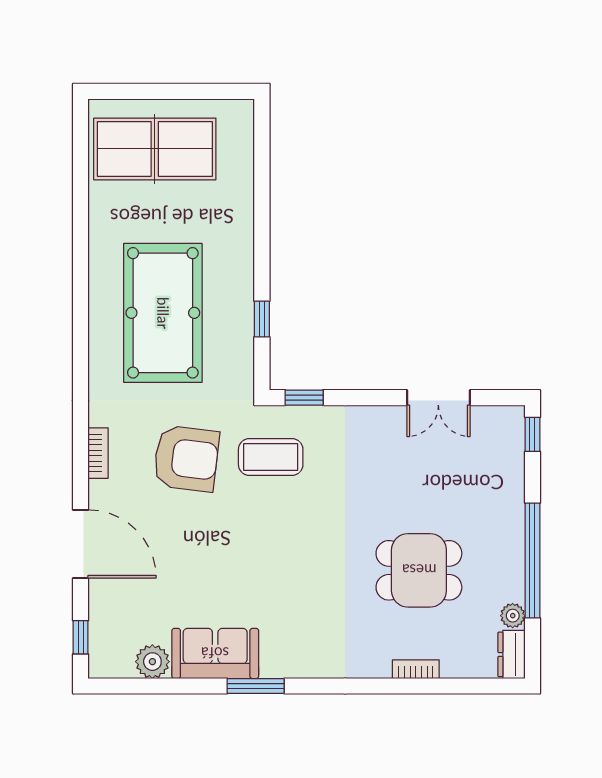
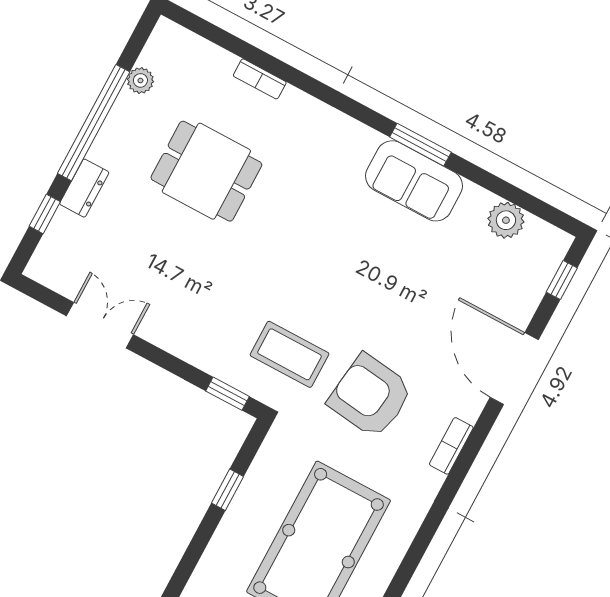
window: (532, 434) -> (45, 214), moved
sofa: (215, 653) -> (414, 181), moved
dresser: (511, 654) -> (84, 188), moved

